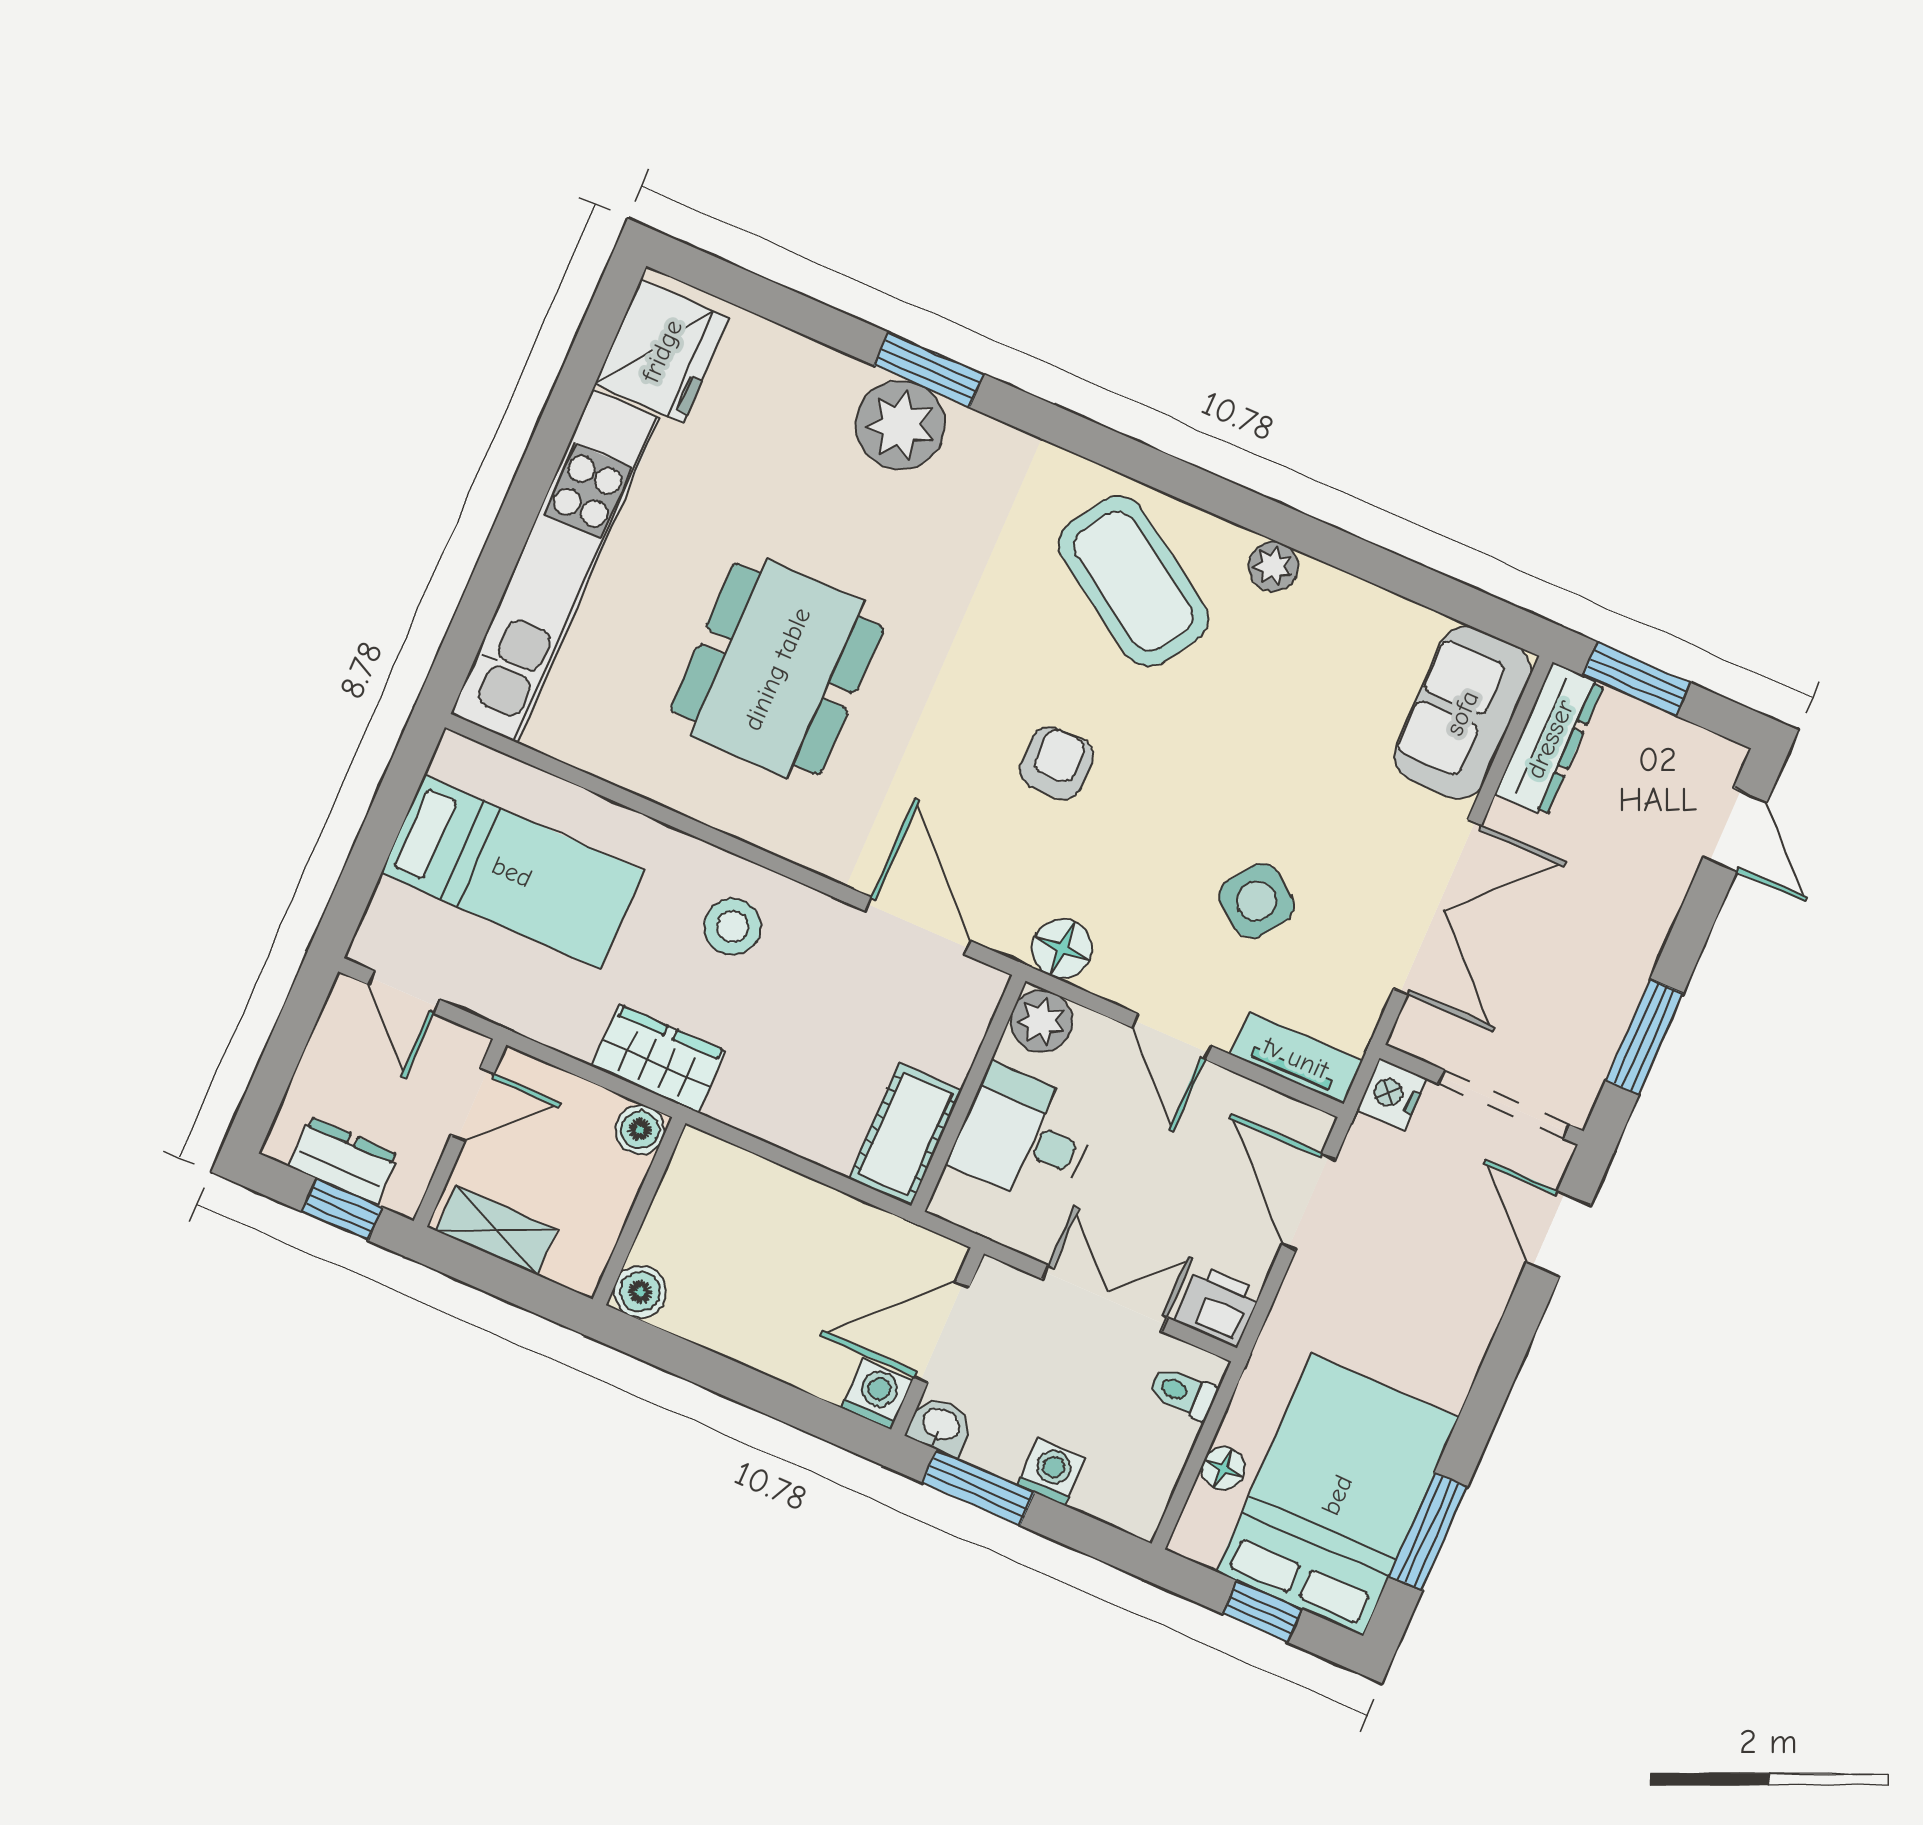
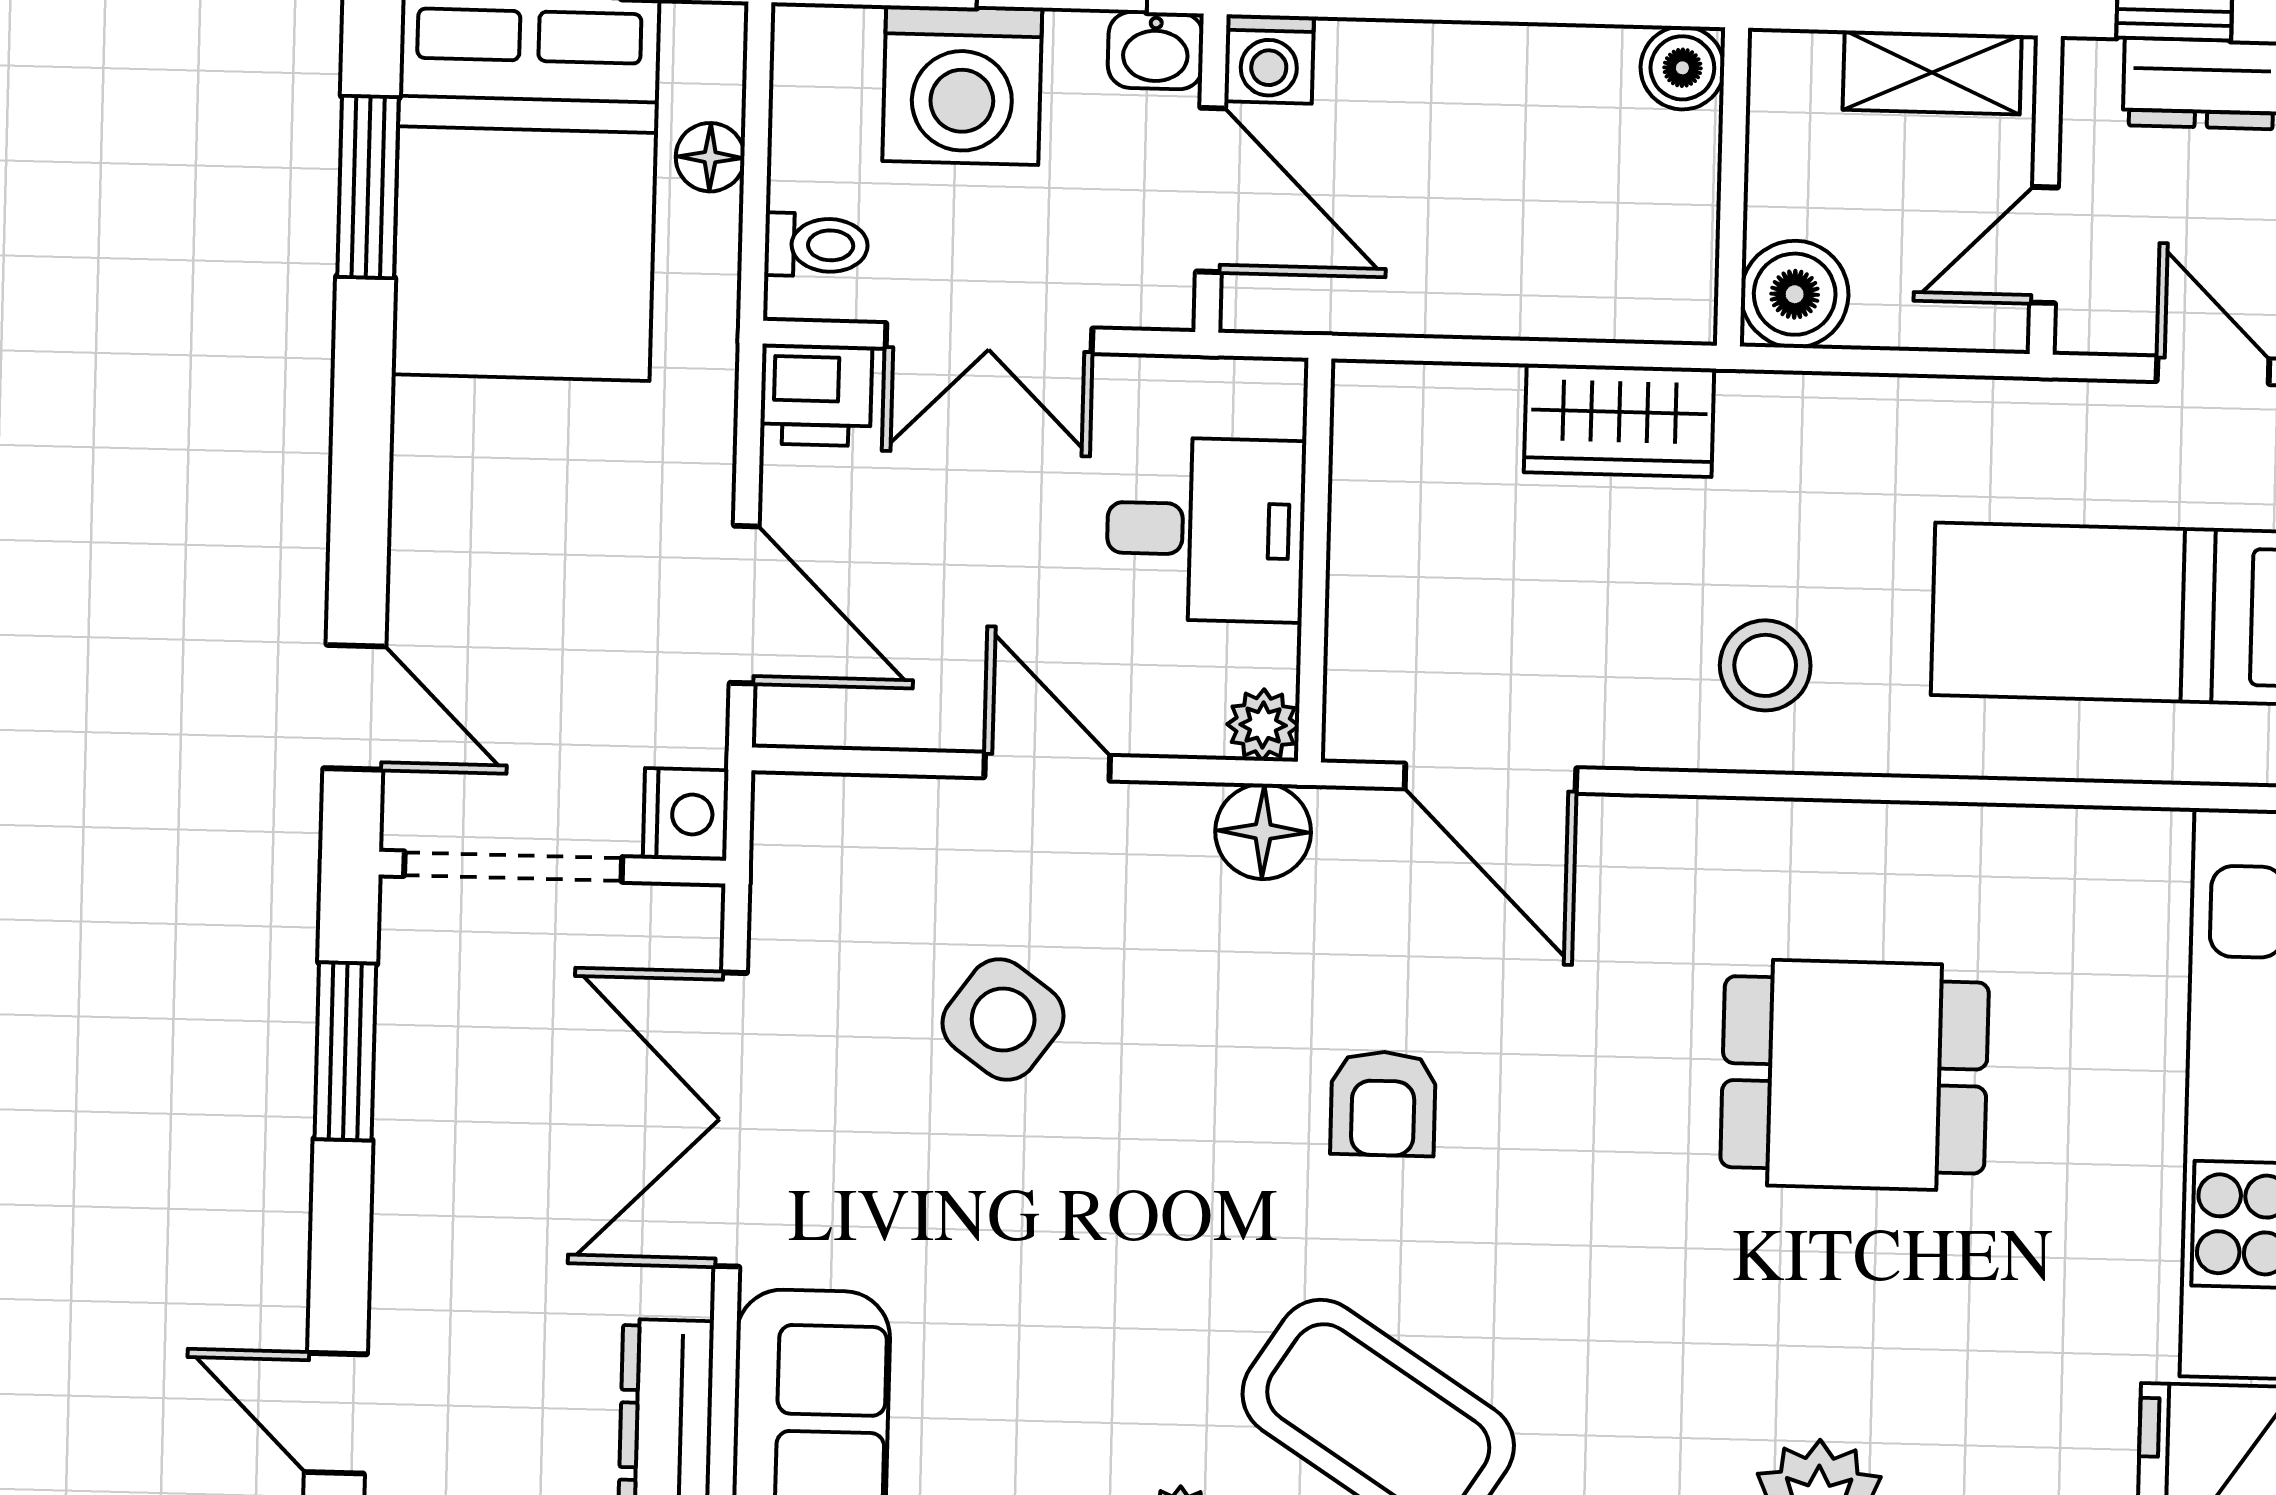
dining table: (777, 669) -> (1855, 1075), width x0.73
plant: (1041, 1021) -> (1263, 725), width x0.73, depth x0.73
tv unit: (1296, 1058) -> (849, 811), removed
wardrobe: (659, 1059) -> (1619, 420), moved
boiler: (640, 1130) -> (1795, 294), width x1.36, depth x1.36
cot: (905, 1134) -> (1384, 461), removed
door: (942, 1332) -> (1210, 190), hinge flipped
washing machine: (1052, 1472) -> (962, 85), width x1.89, depth x1.89

